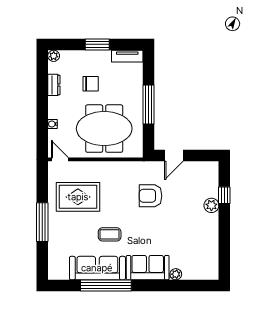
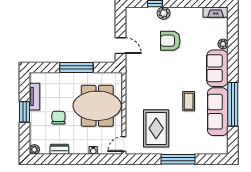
tv unit: (127, 56) -> (35, 97), moved
meeting table: (104, 129) -> (97, 106), turned 90
armchair: (151, 196) -> (170, 41), moved, turned 90
fireplace: (213, 266) -> (216, 12), added

